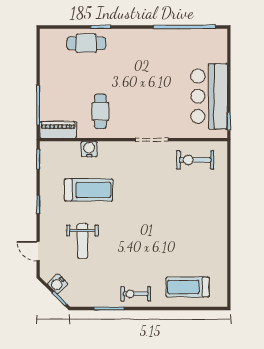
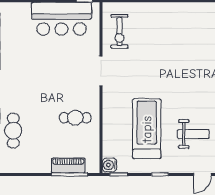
piano: (58, 130) -> (68, 165), moved, turned 90
water cooler: (89, 149) -> (109, 165), moved
treadmill: (88, 190) -> (147, 129), width x1.37, depth x1.38

